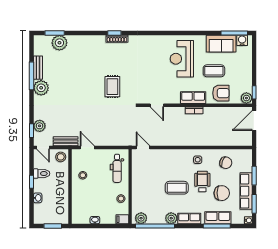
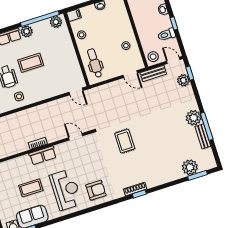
armchair: (221, 93) -> (96, 190), moved, turned 180

